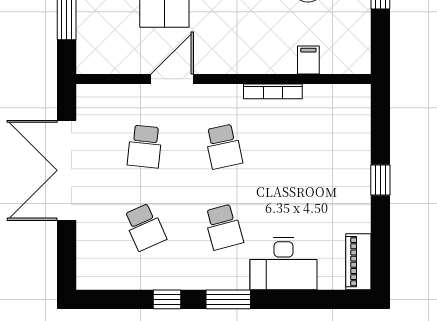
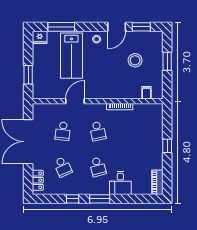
filing cabinet: (308, 60) -> (147, 93), moved
locker: (88, 257) -> (38, 180), added
desk: (284, 264) -> (120, 183), width x0.73

